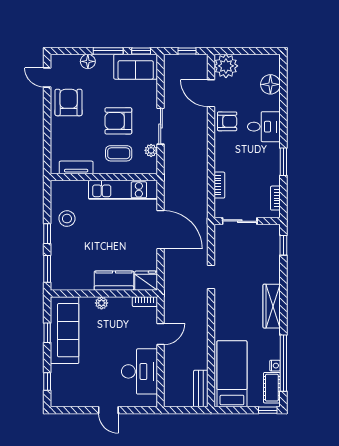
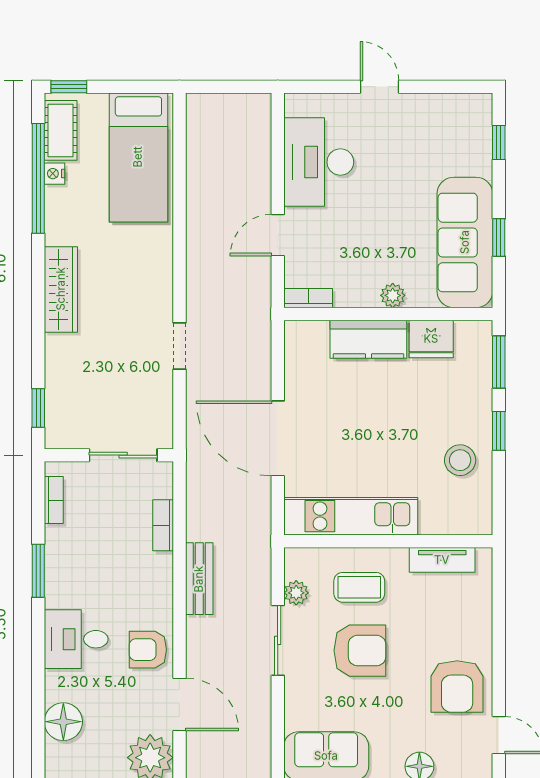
fridge: (146, 281) -> (431, 339), moved
bench: (201, 389) -> (199, 579), moved

